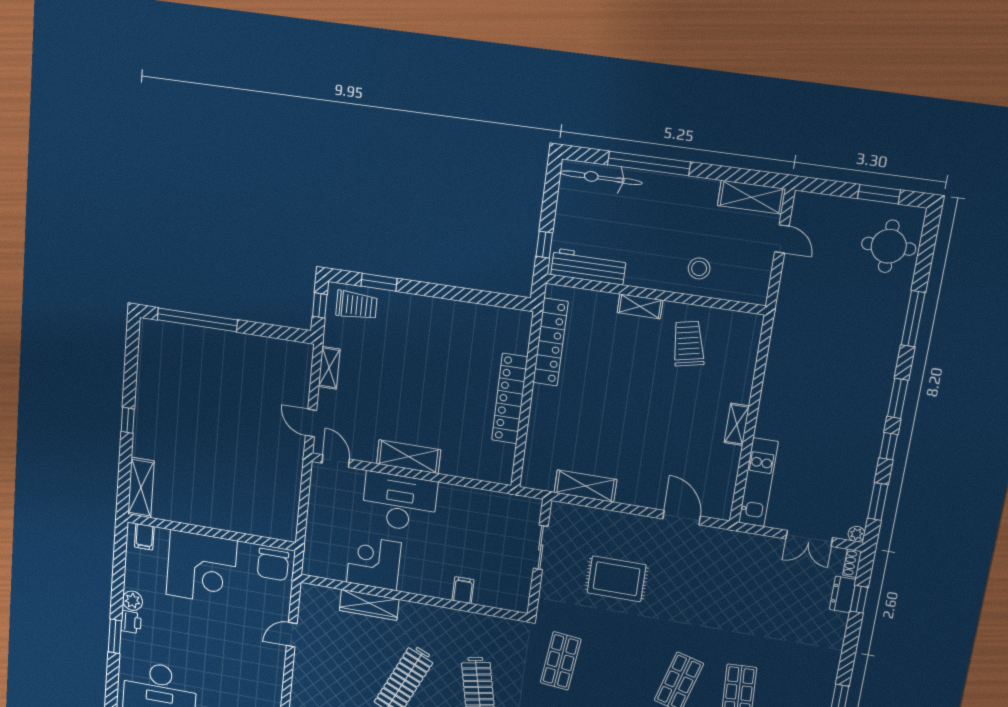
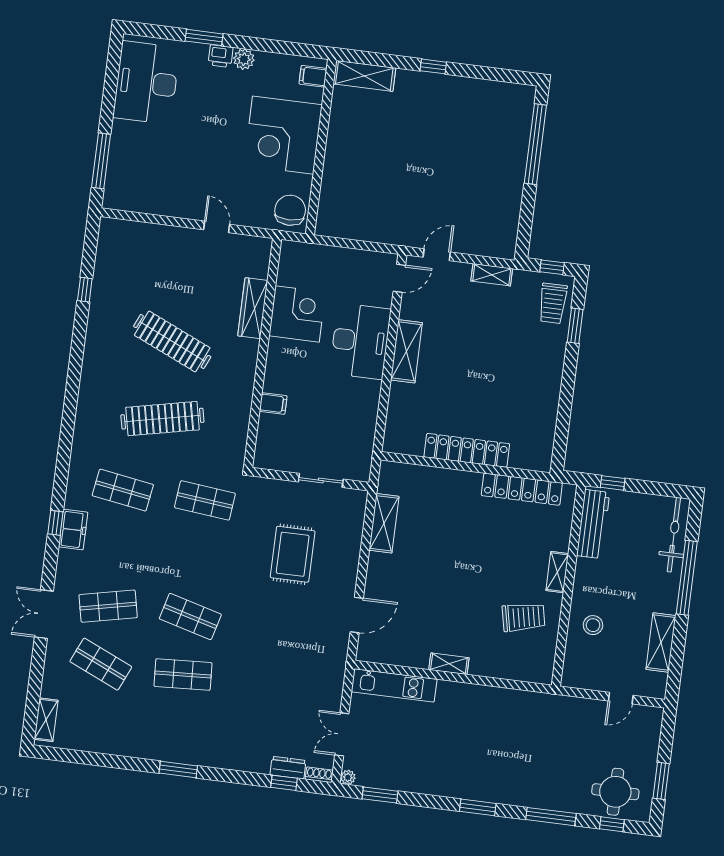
shelving: (751, 197) -> (661, 642), moved
window: (888, 446) -> (612, 824), moved
chair: (273, 565) -> (290, 210), turned 90

